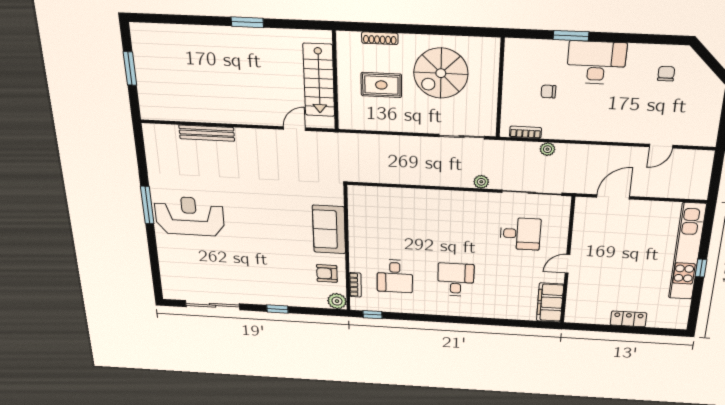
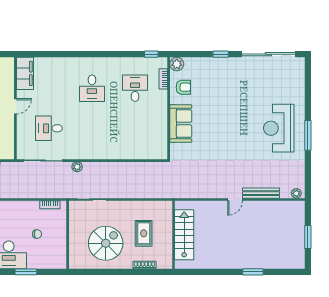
window: (247, 22) -> (253, 272), moved
rug: (381, 85) -> (144, 233), turned 90
door: (294, 129) -> (235, 199), moved
plant: (547, 149) -> (296, 193), moved
reception desk: (189, 216) -> (279, 128), turned 90
sliding door: (213, 305) -> (268, 54), width x1.36

